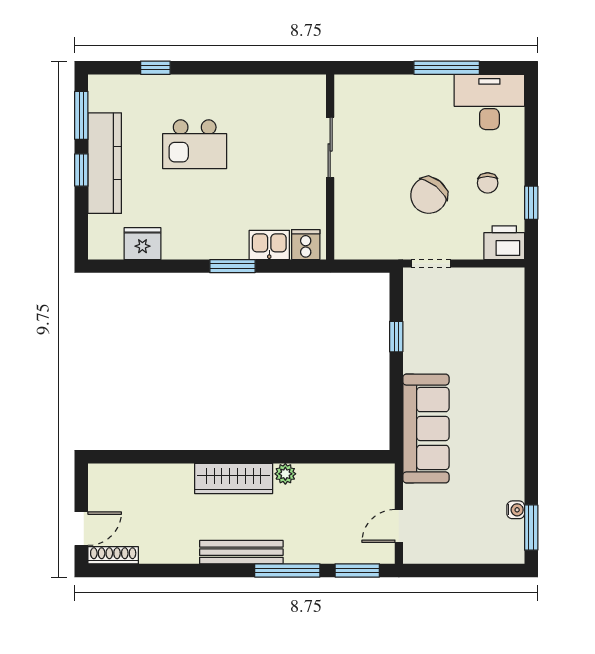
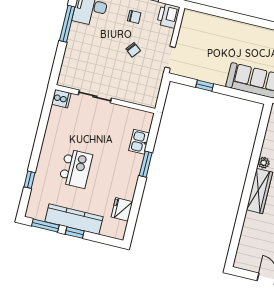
chair: (429, 195) -> (133, 50), width x0.54, depth x0.54
cooker: (306, 245) -> (61, 99), moved, turned 180

